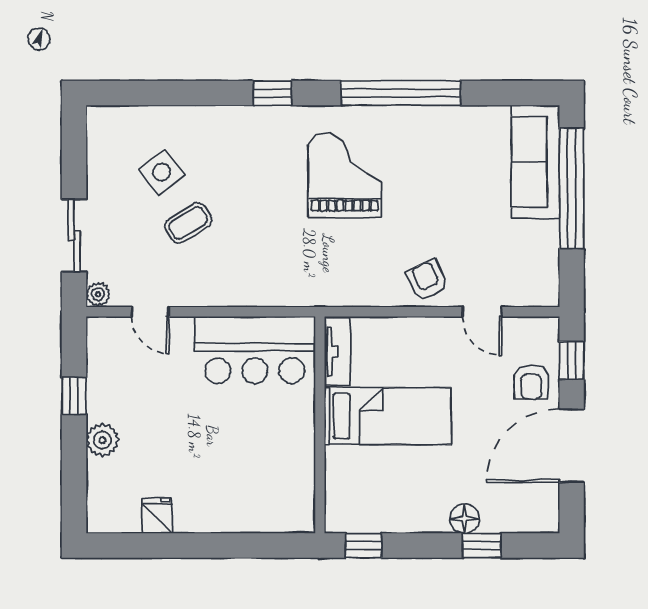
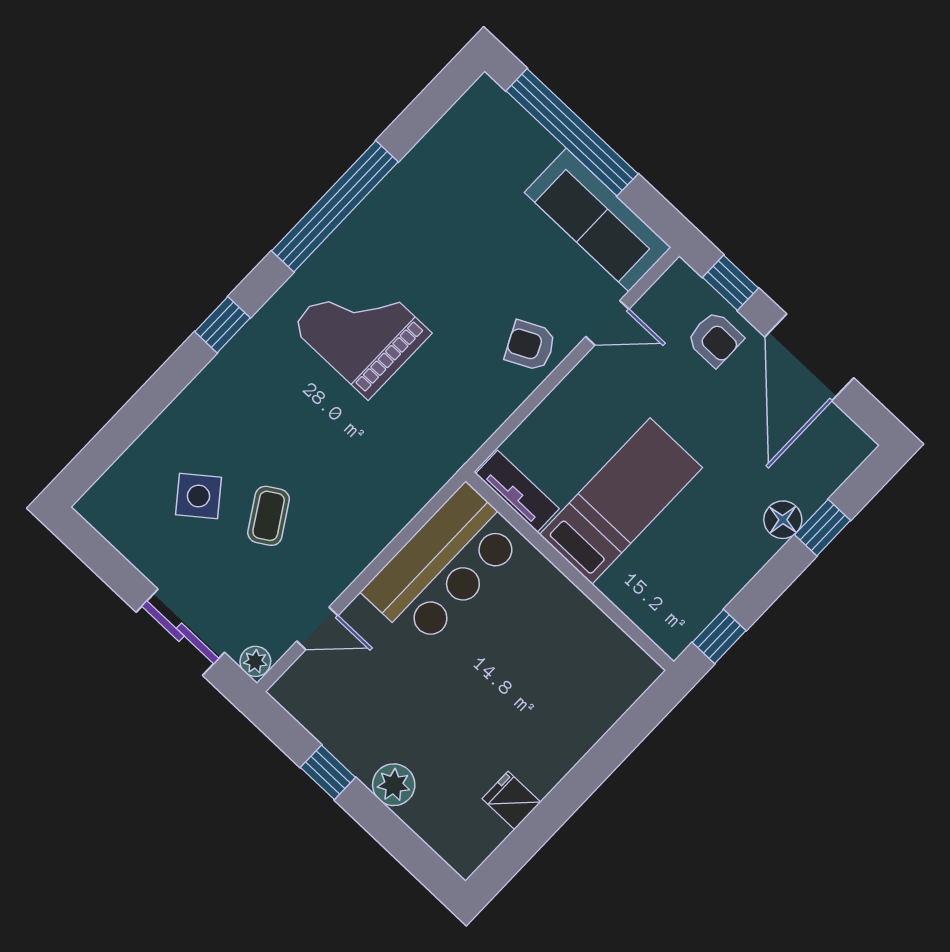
sofa: (535, 162) -> (598, 220), moved

